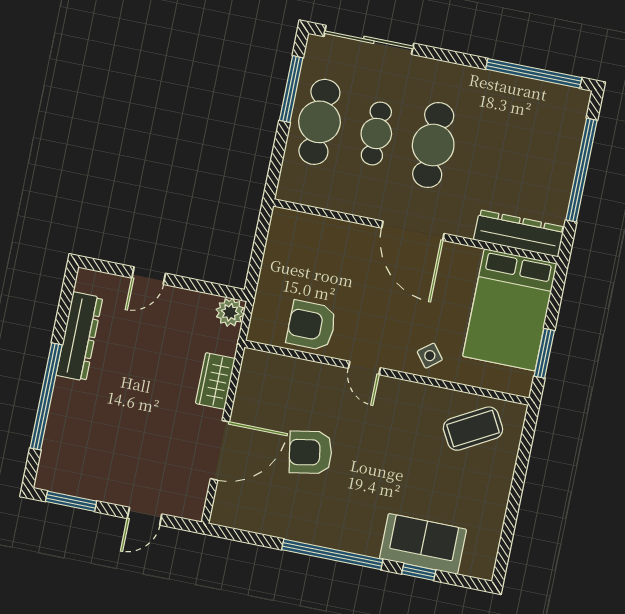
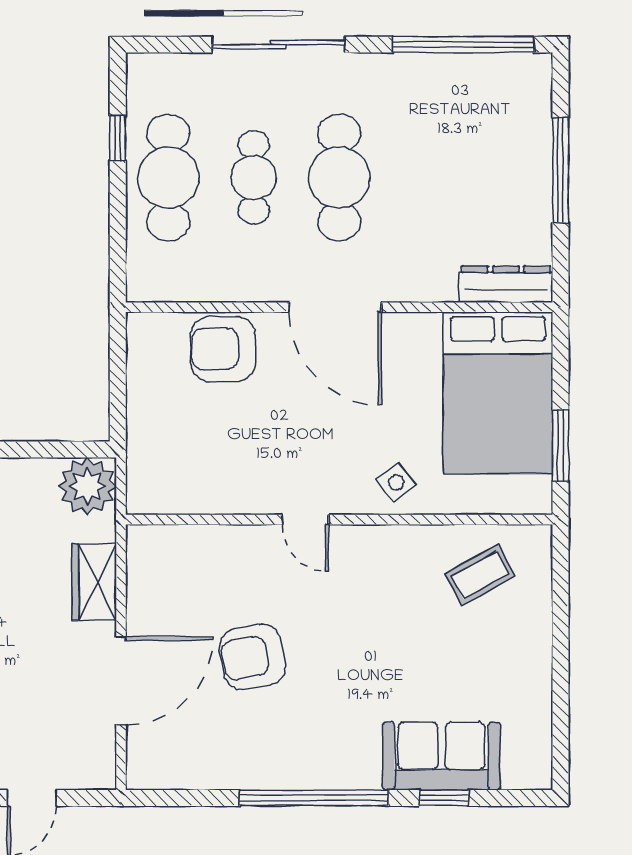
sliding door: (369, 40) -> (278, 45), moved
window: (291, 89) -> (118, 138), width x0.46
window: (581, 170) -> (561, 170), width x0.68
dresser: (519, 233) -> (506, 284), width x0.73, depth x0.80
plant: (230, 312) -> (87, 486), width x1.36, depth x1.36
armchair: (311, 325) -> (223, 349), moved
coffee table: (473, 429) -> (480, 575), width x0.73, depth x0.77

